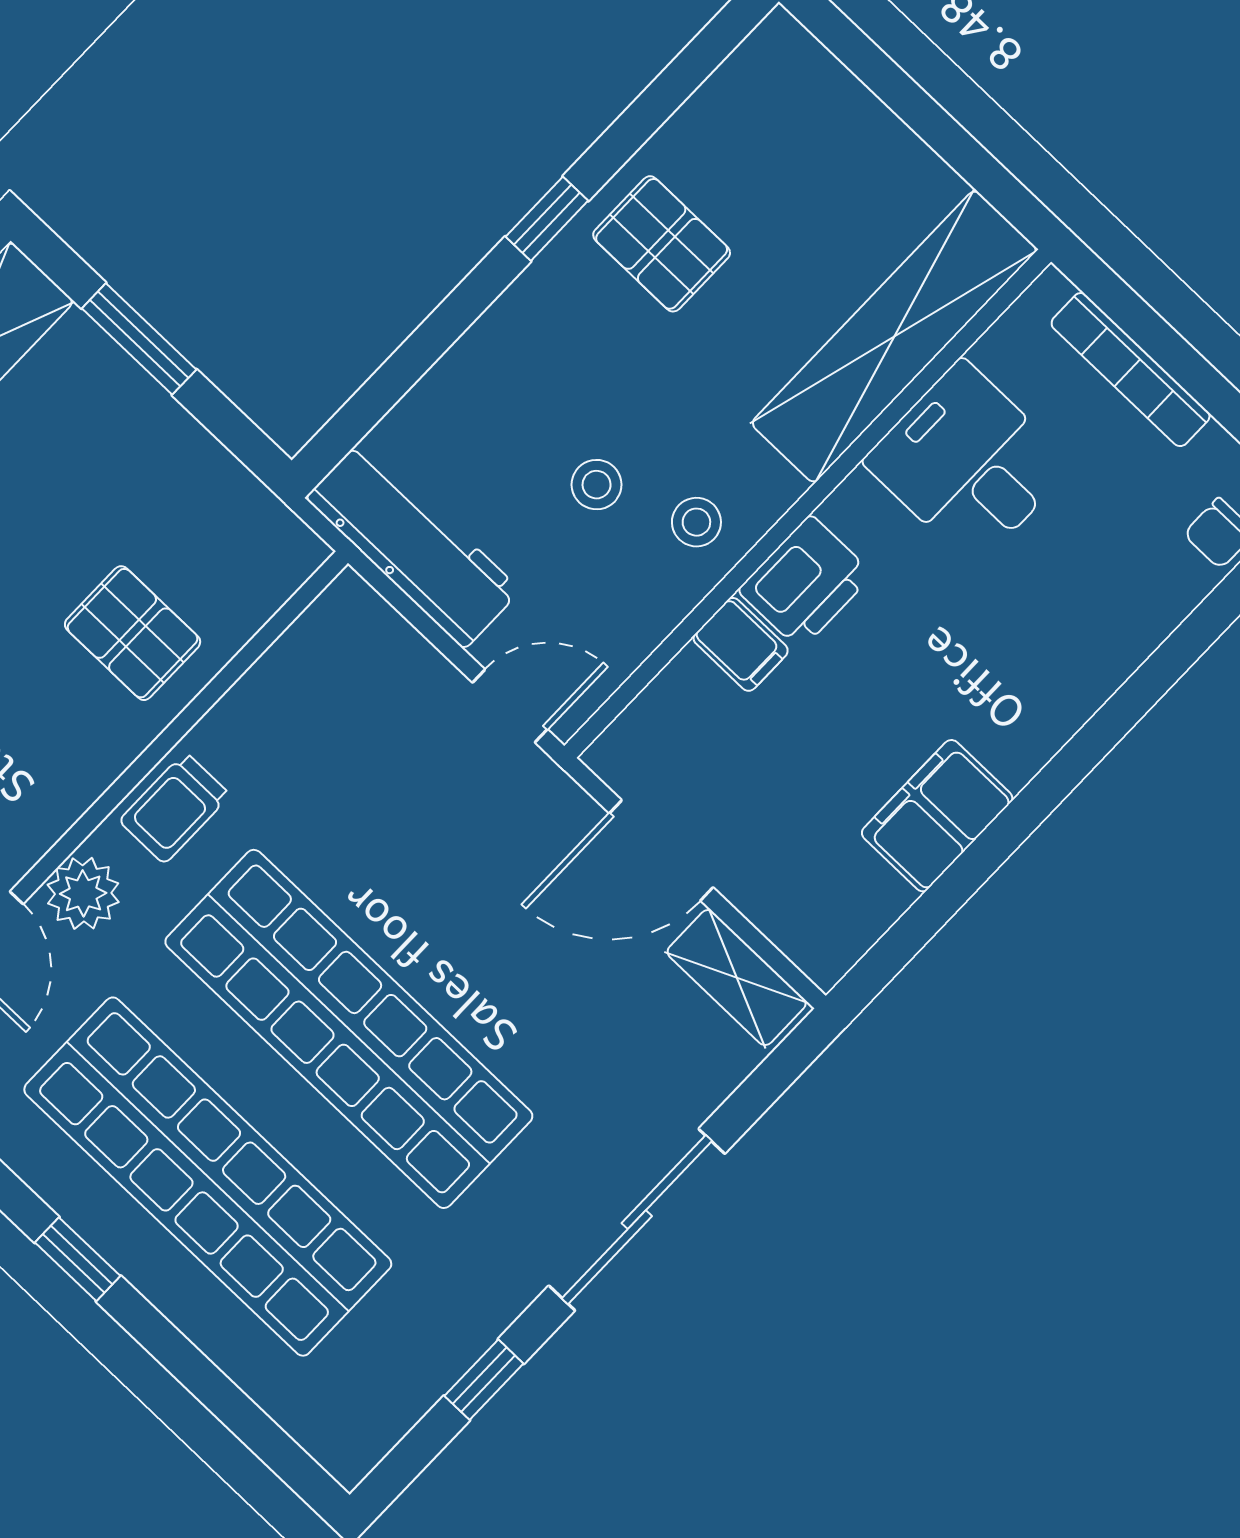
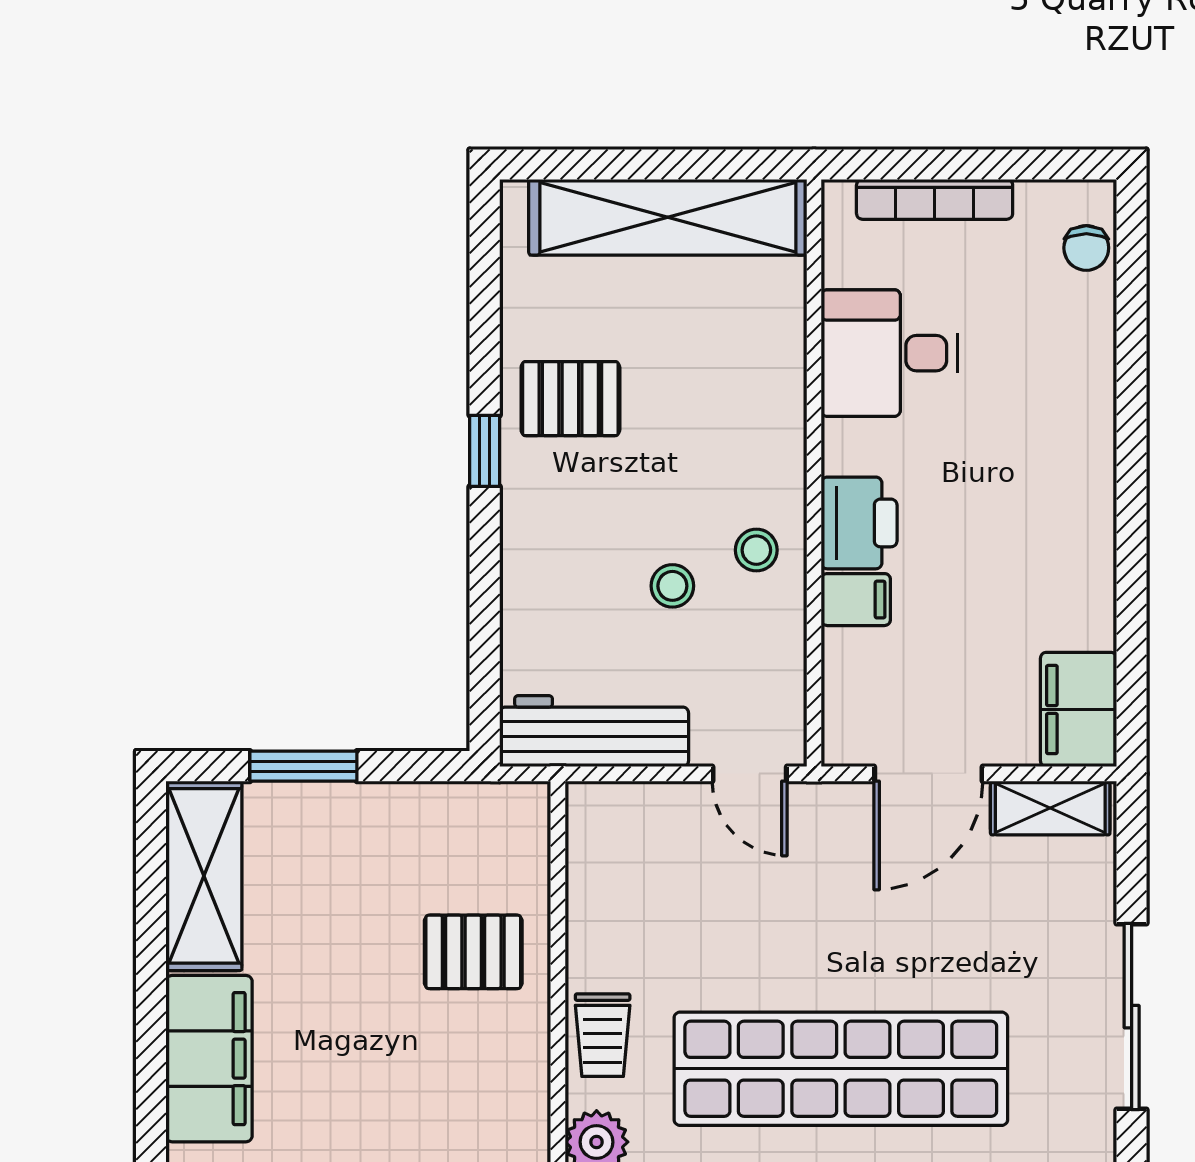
shelving: (894, 336) -> (668, 217), moved, turned 90
door: (510, 706) -> (750, 774), swing flipped
filing cabinet: (937, 816) -> (1079, 710), moved

